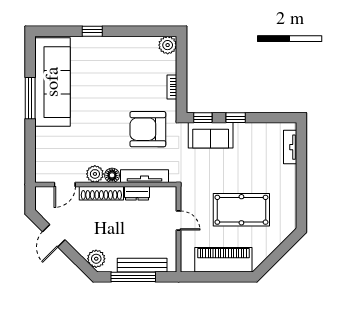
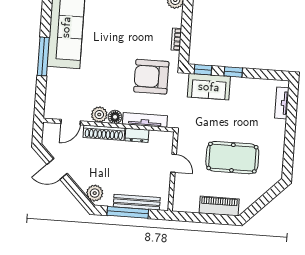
window: (30, 98) -> (43, 56), moved
door: (54, 236) -> (57, 169), hinge flipped
piano: (223, 260) -> (219, 206), width x0.73, depth x0.75

